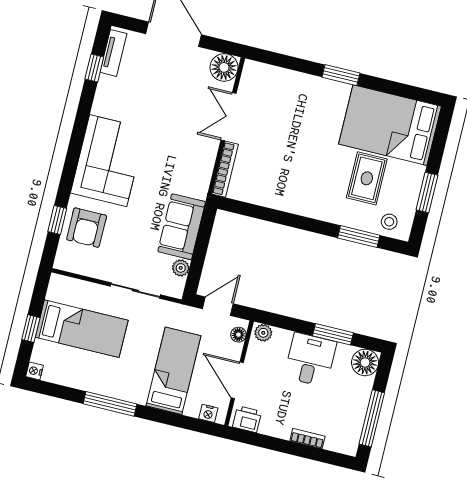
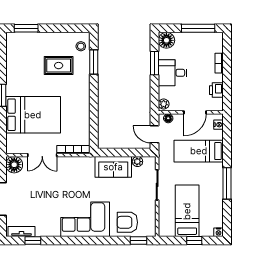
bed: (390, 125) -> (33, 115), moved, turned -90
window: (427, 193) -> (26, 28), moved
window: (57, 220) -> (138, 240), moved
armchair: (87, 228) -> (127, 222), turned 180
printer: (247, 419) -> (216, 90), moved

